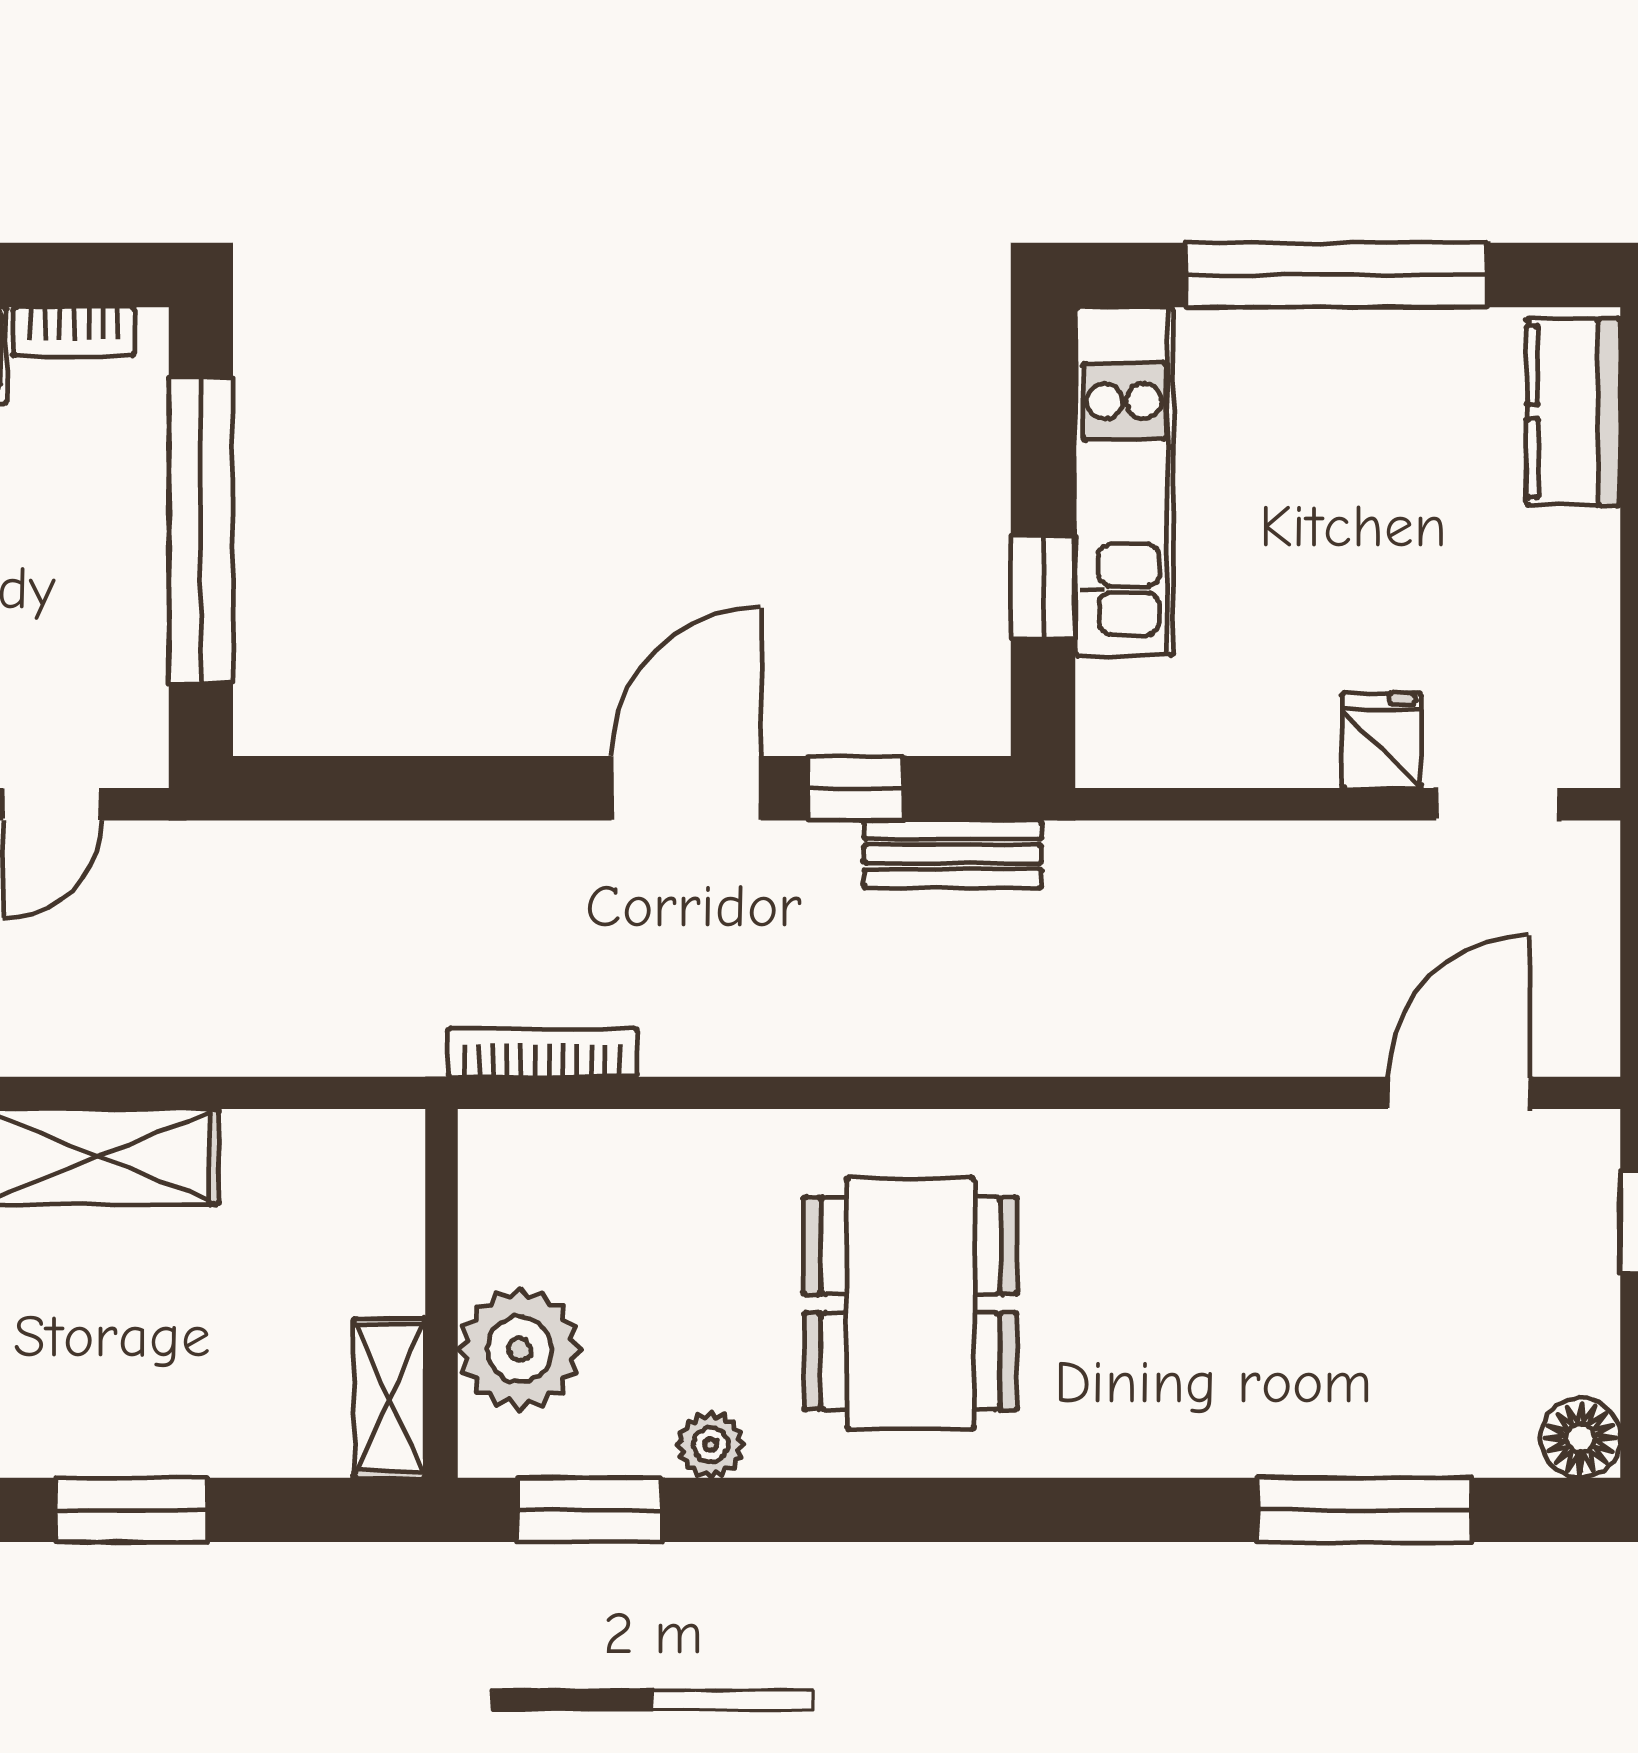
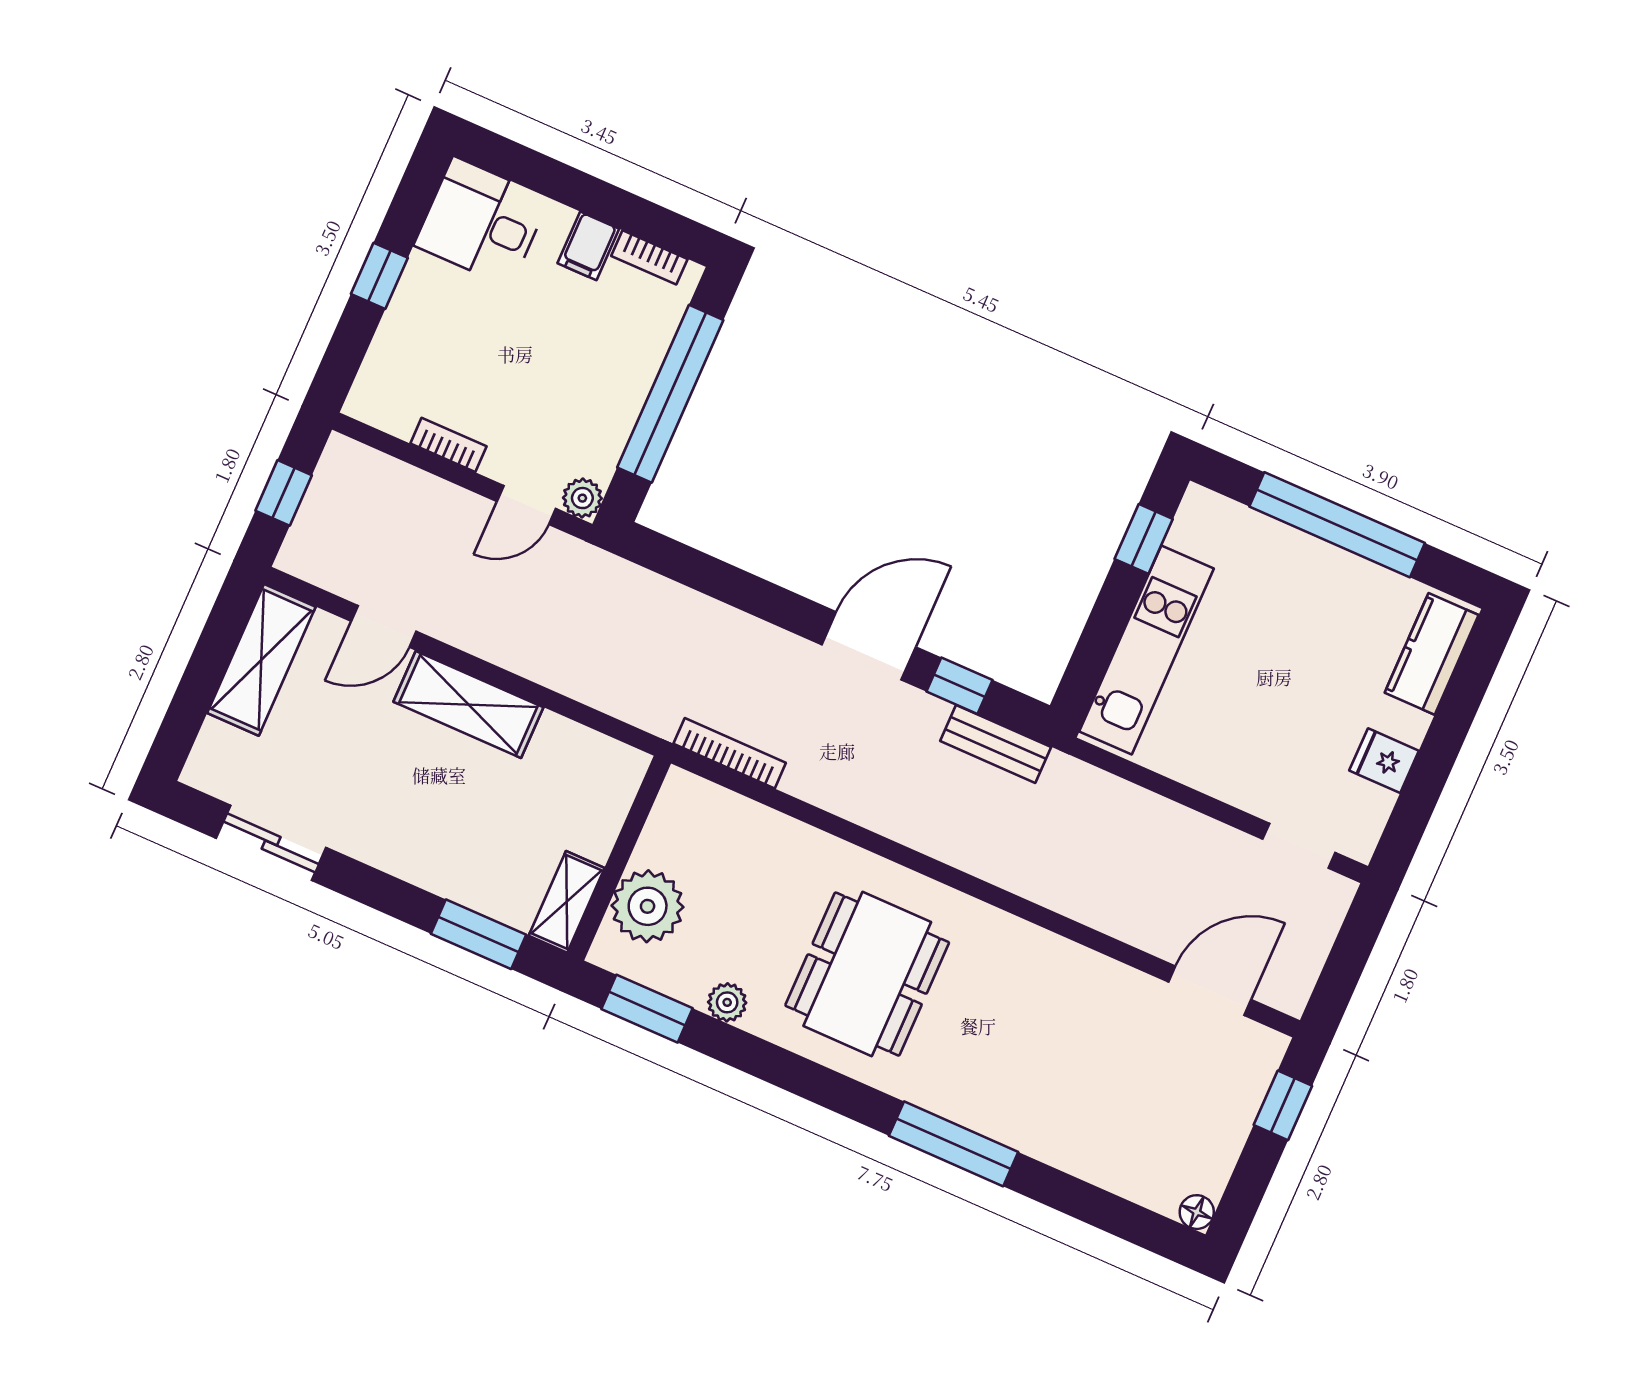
kitchen unit: (1124, 481) -> (1147, 650), moved
window: (1043, 587) -> (1144, 539), moved
fridge: (1381, 741) -> (1384, 761), moved, turned -90
plant: (135, 755) -> (582, 498), added
floor lamp: (1580, 1438) -> (1197, 1212), width x0.73, depth x0.73
window: (132, 1510) -> (478, 934), moved
window: (1364, 1510) -> (954, 1144), moved

